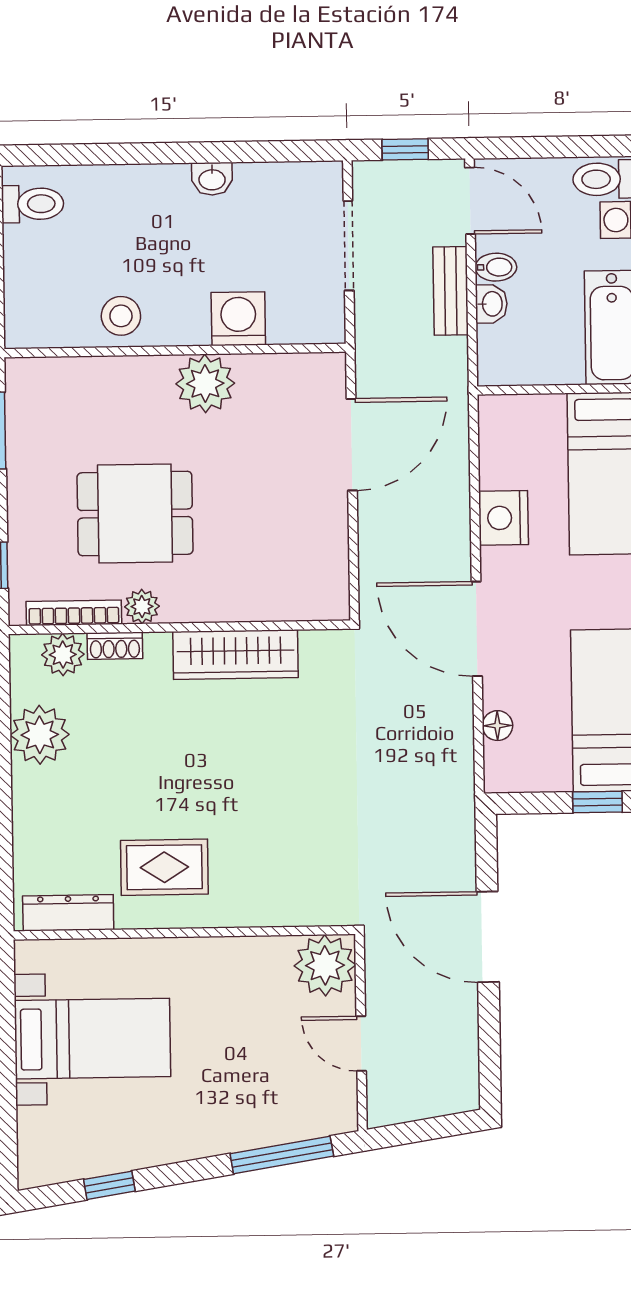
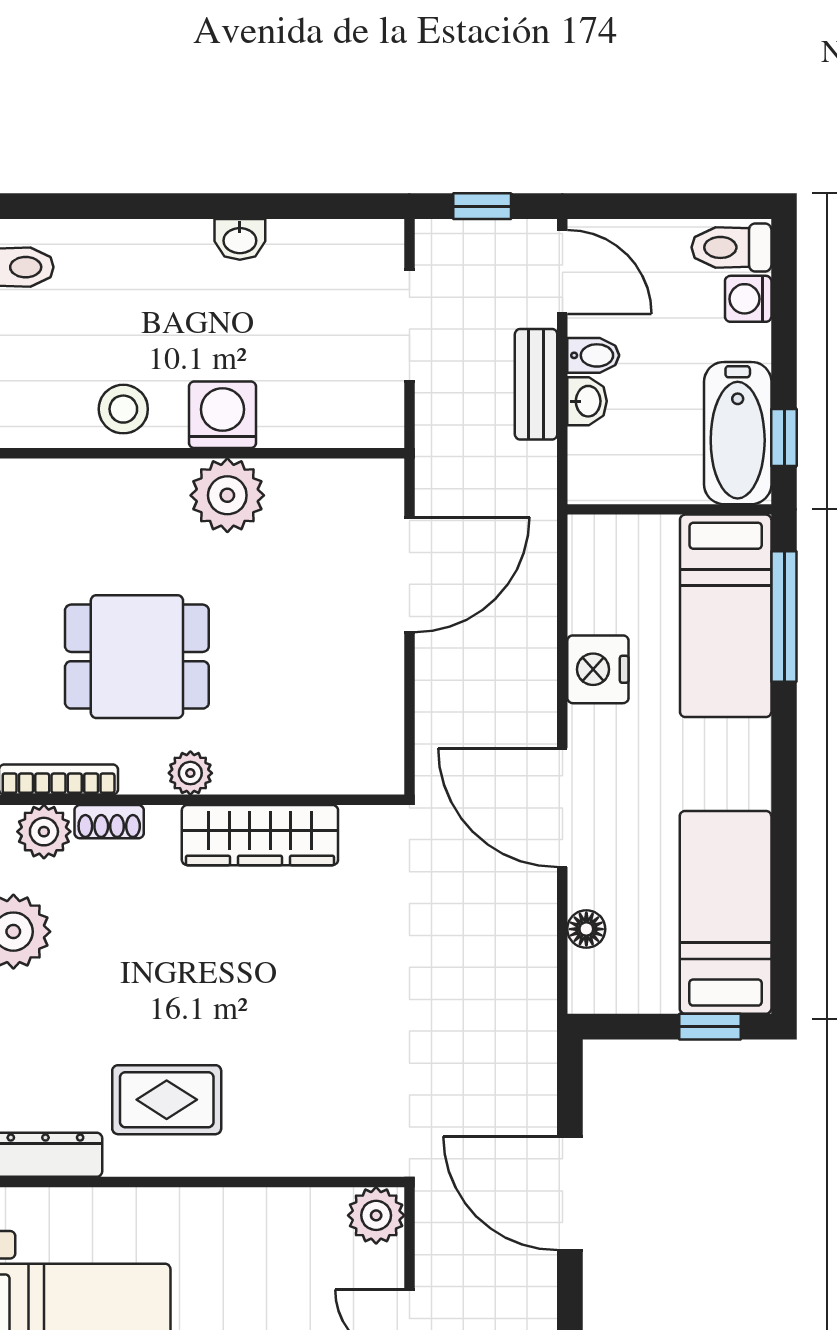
washing machine: (238, 319) -> (223, 415), moved
plant: (142, 606) -> (190, 773), moved
plant: (325, 965) -> (376, 1215), width x0.73, depth x0.73

